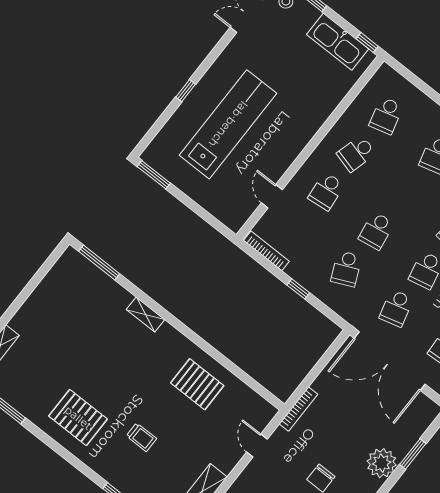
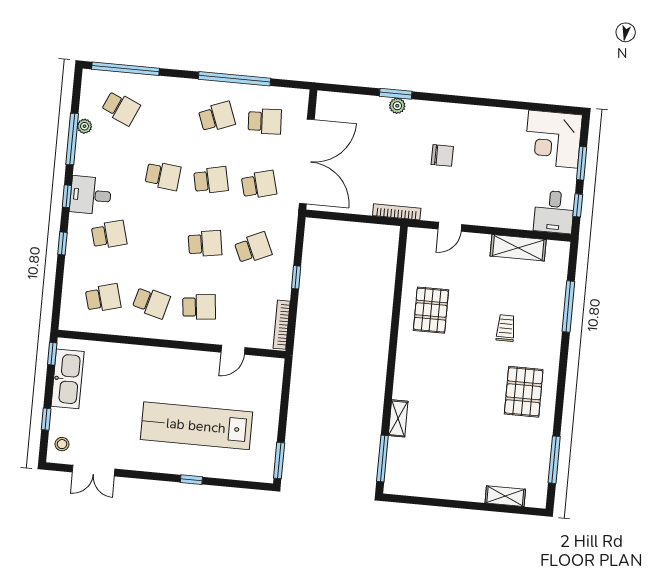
shelving: (145, 314) -> (398, 418), moved
window: (413, 454) -> (396, 94), moved
plant: (382, 463) -> (397, 106), width x0.53, depth x0.53

